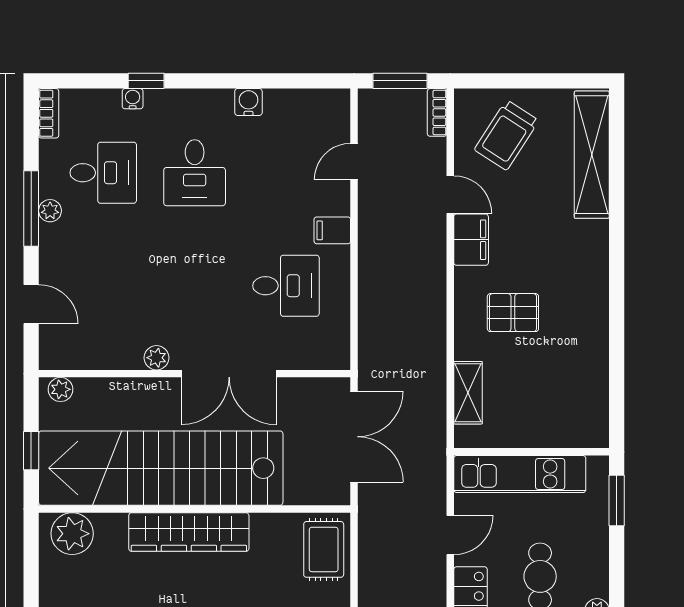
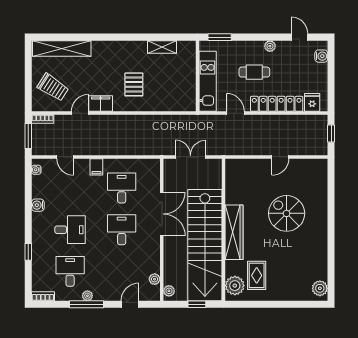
water cooler: (133, 99) -> (36, 170), moved
desk: (195, 286) -> (122, 230), added
plant: (157, 358) -> (155, 279), moved
shelving: (468, 393) -> (162, 47), moved
double door: (354, 437) -> (191, 157), width x0.73
rug: (324, 549) -> (257, 275), moved, turned 90

